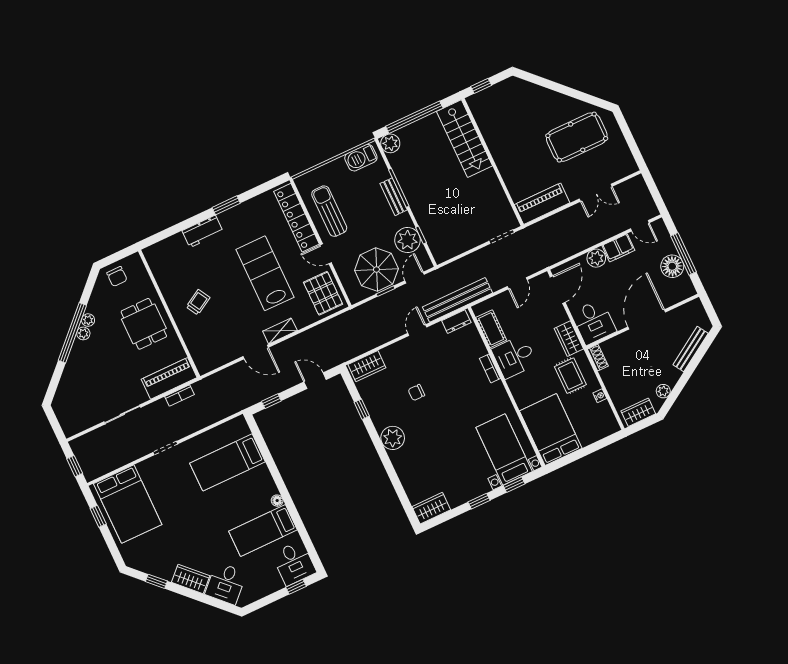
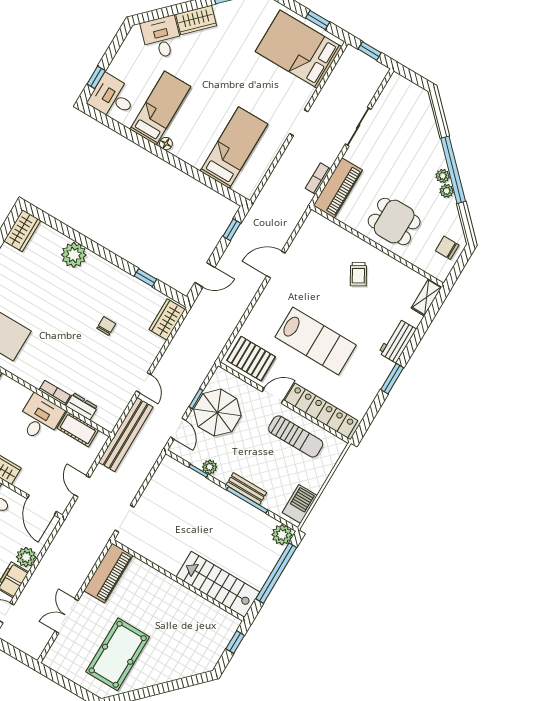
plant: (407, 240) -> (210, 467), width x0.53, depth x0.53
dresser: (456, 322) -> (82, 406), moved, turned 90
shelving: (280, 331) -> (426, 297), moved
plant: (393, 438) -> (74, 255), moved

